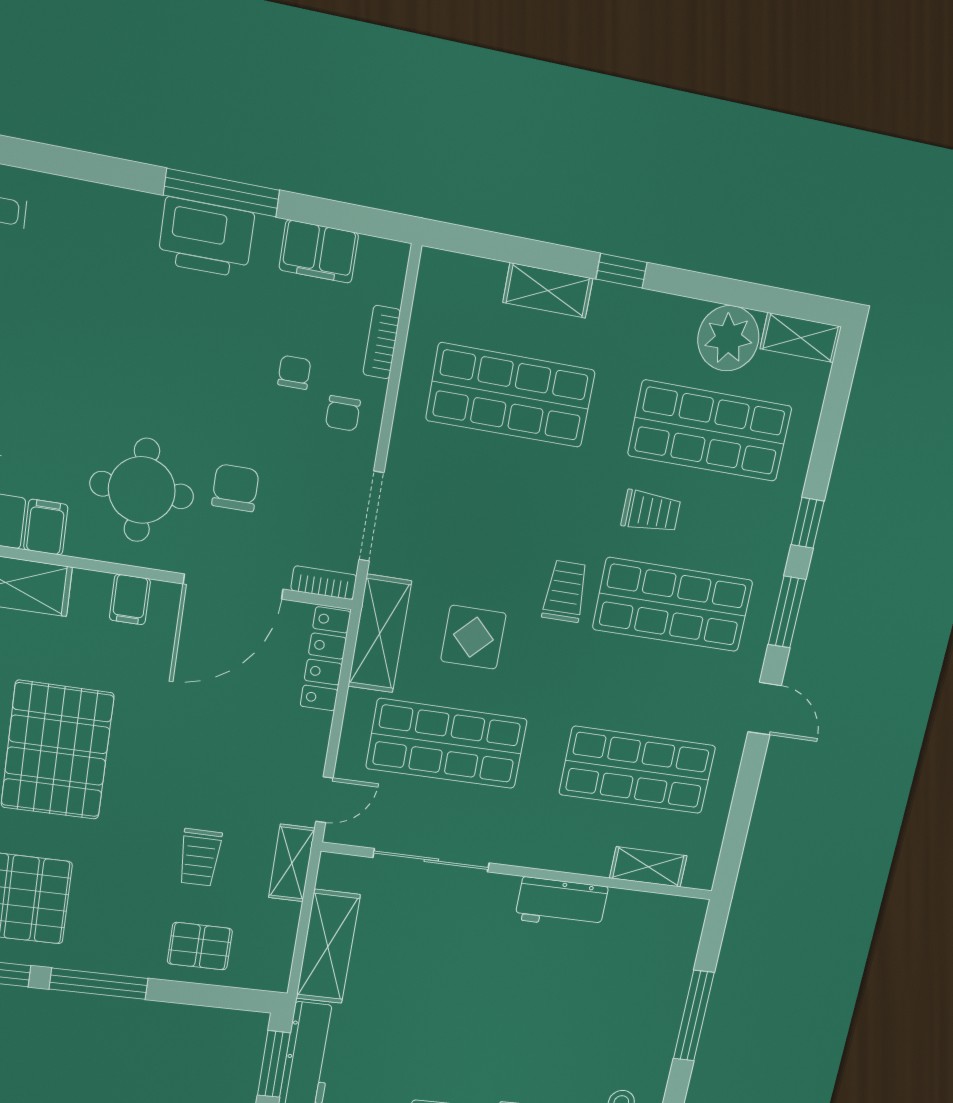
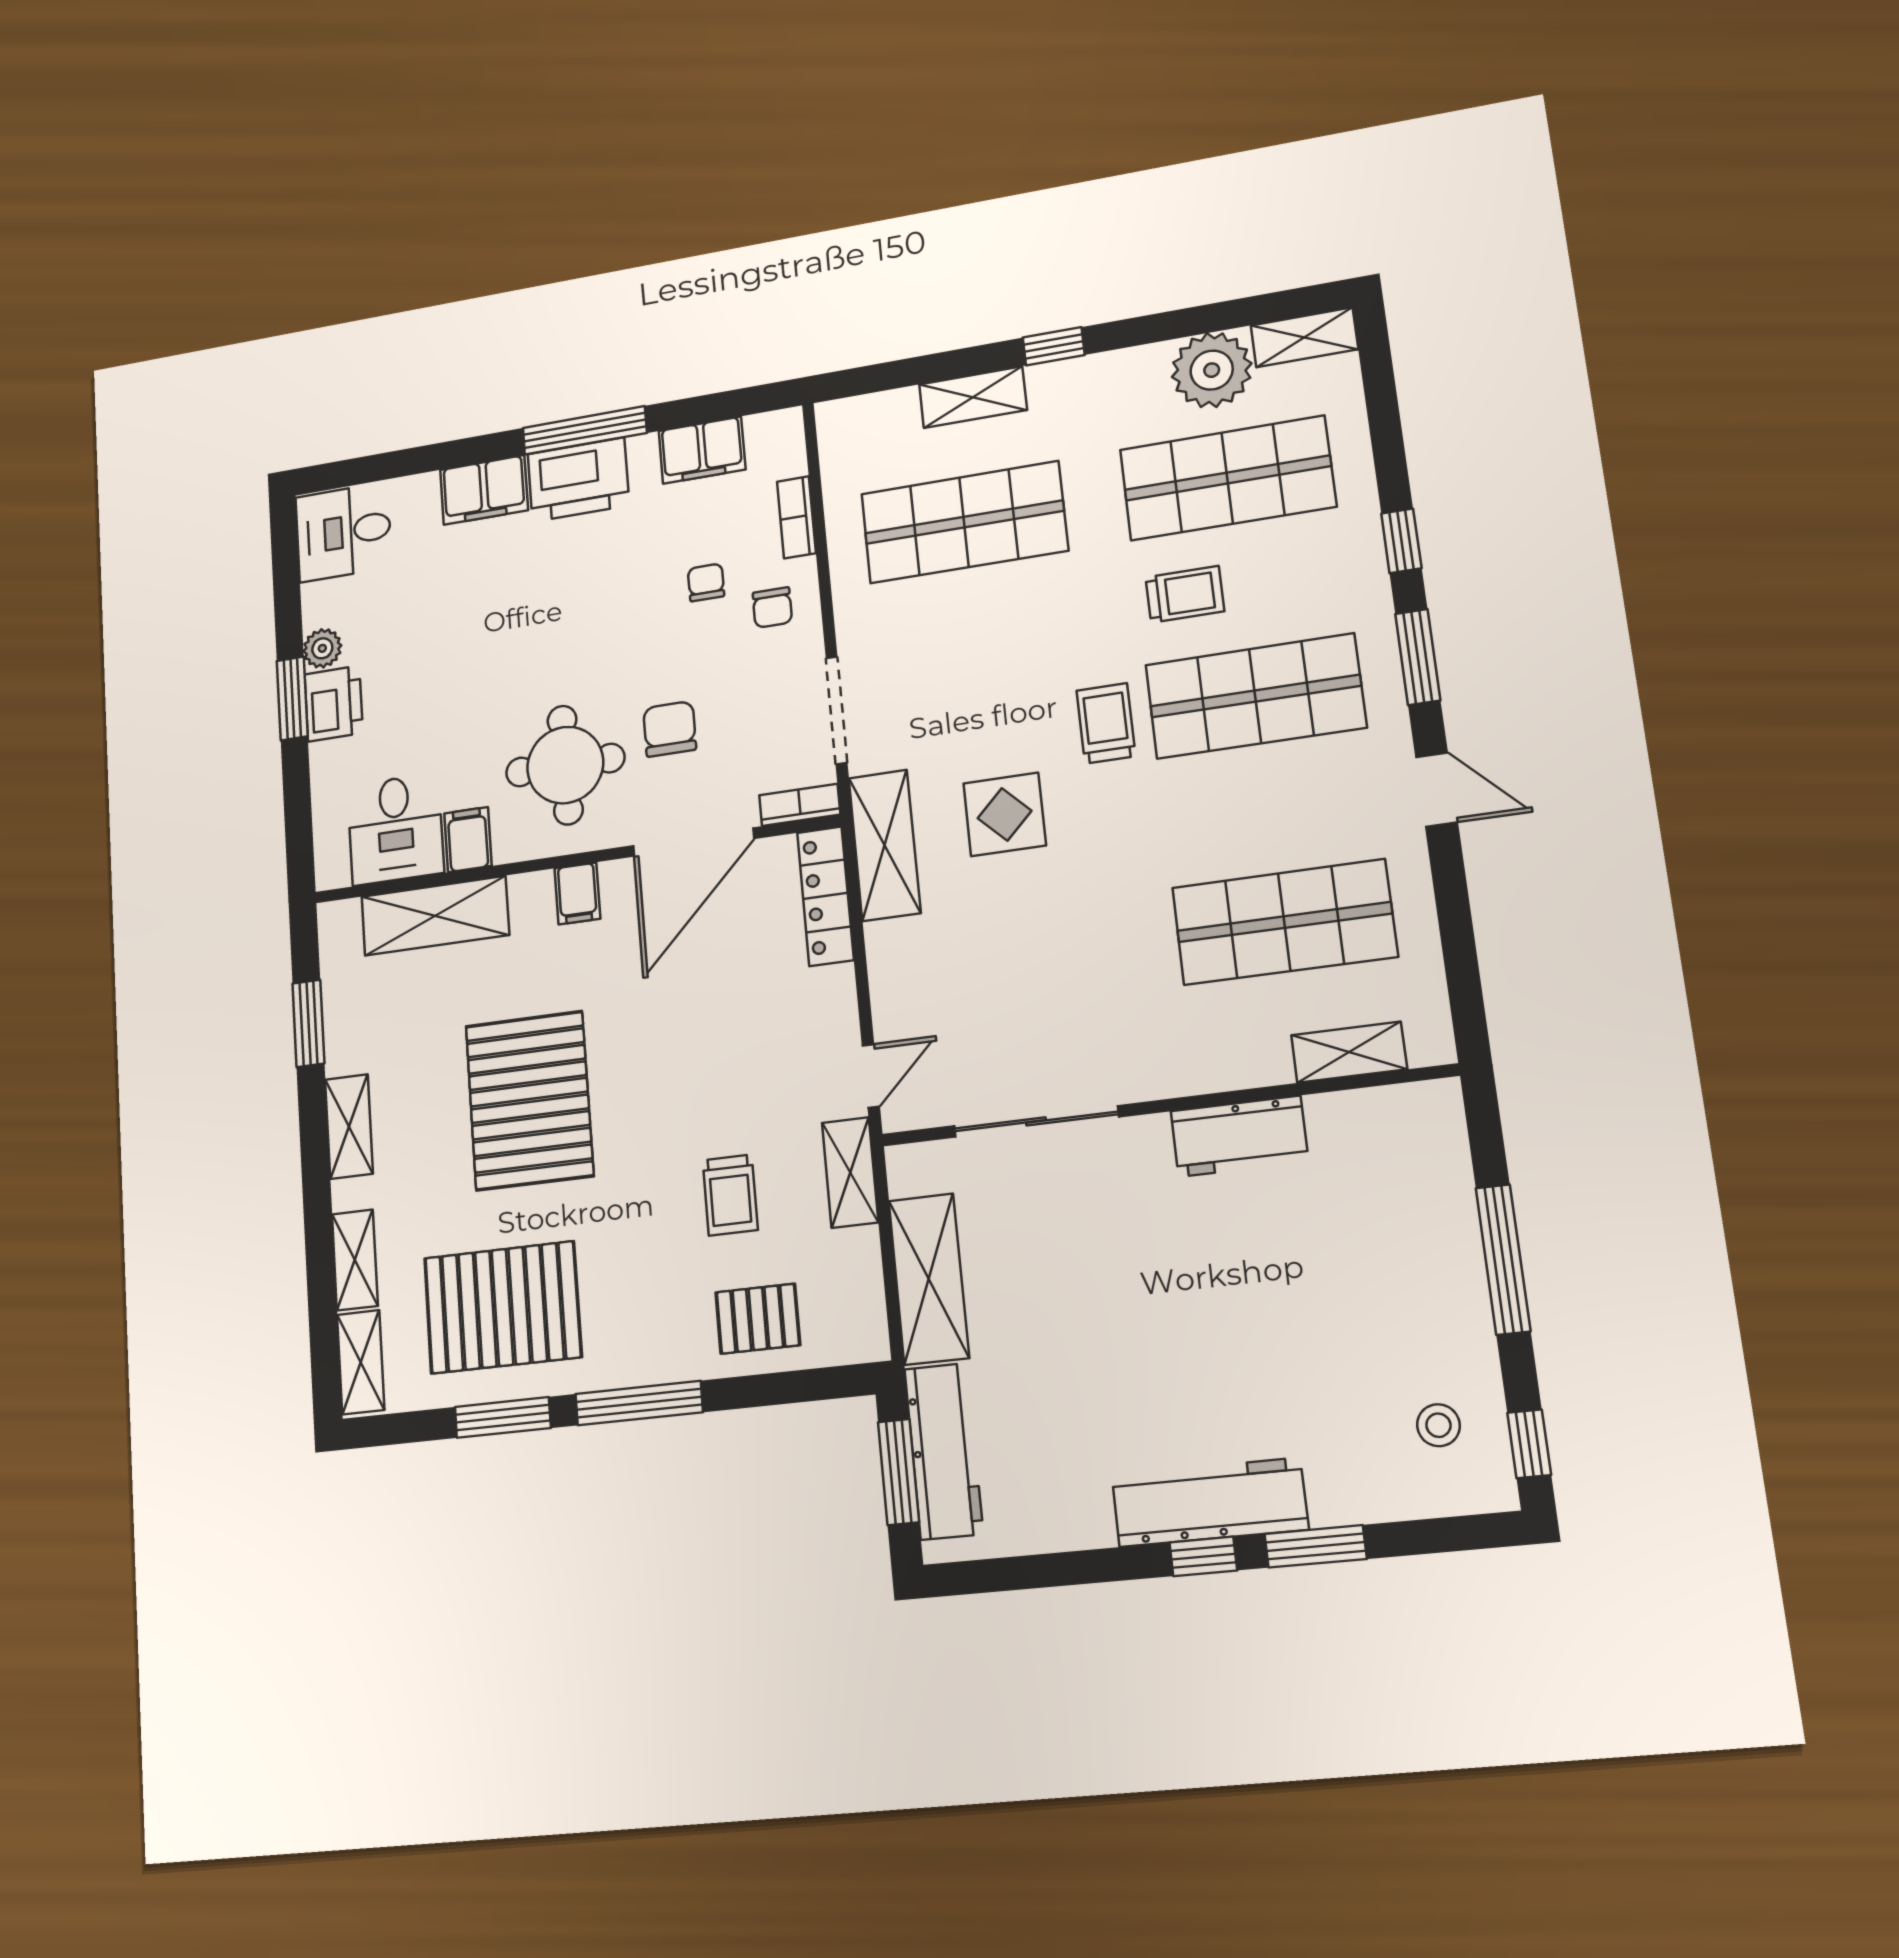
filing cabinet: (119, 215) -> (484, 490), added
shop shelf: (447, 744) -> (1010, 959), removed

